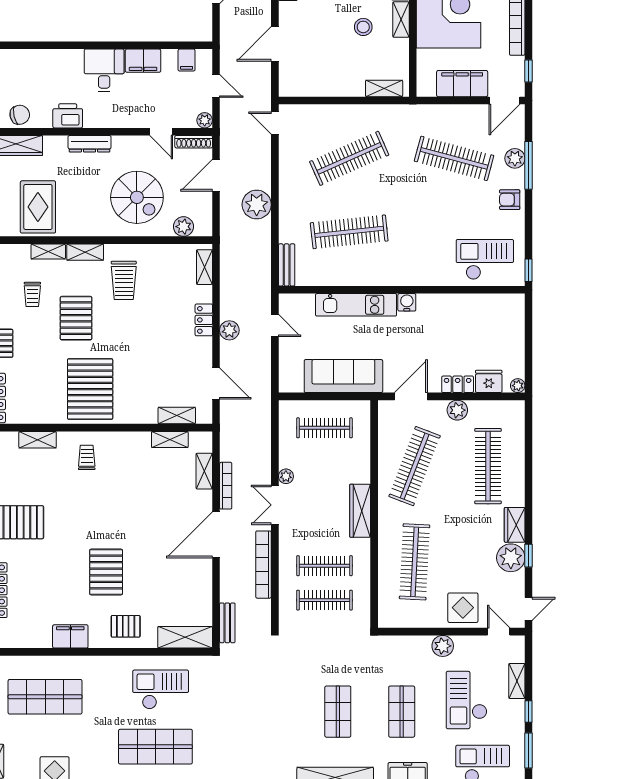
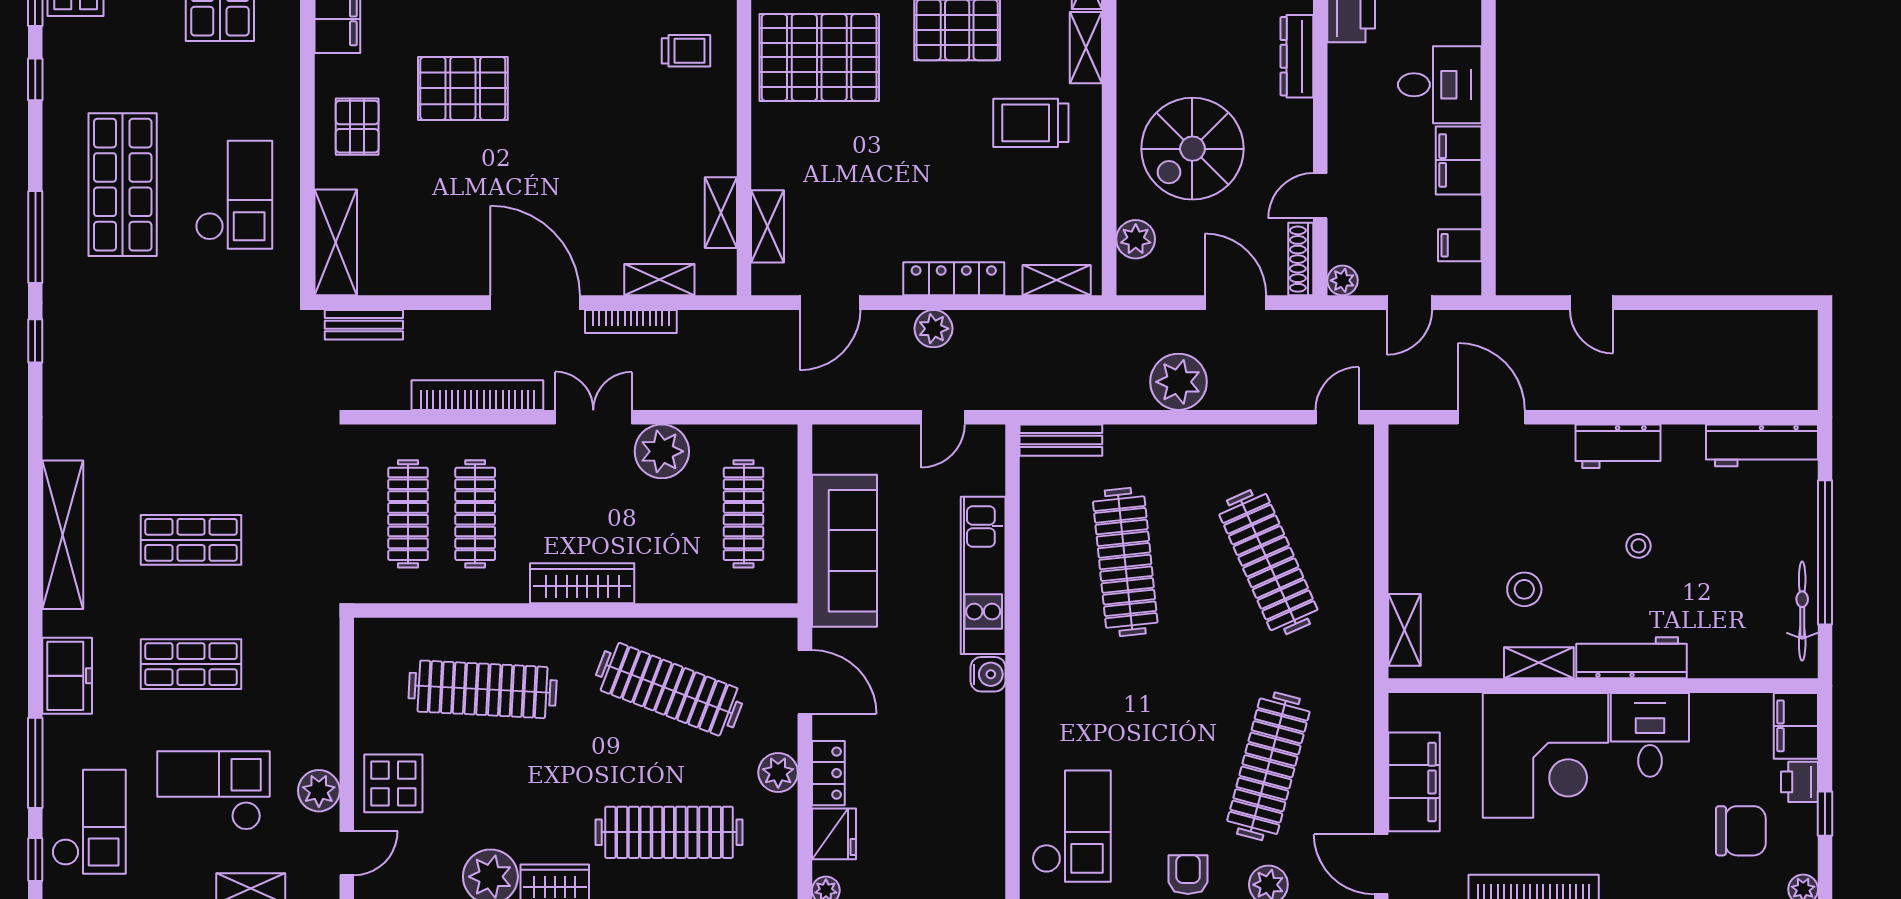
locker: (204, 320) -> (954, 279), width x1.53
plant: (286, 476) -> (662, 451), width x1.88, depth x1.88
plant: (443, 646) -> (319, 791), moved

